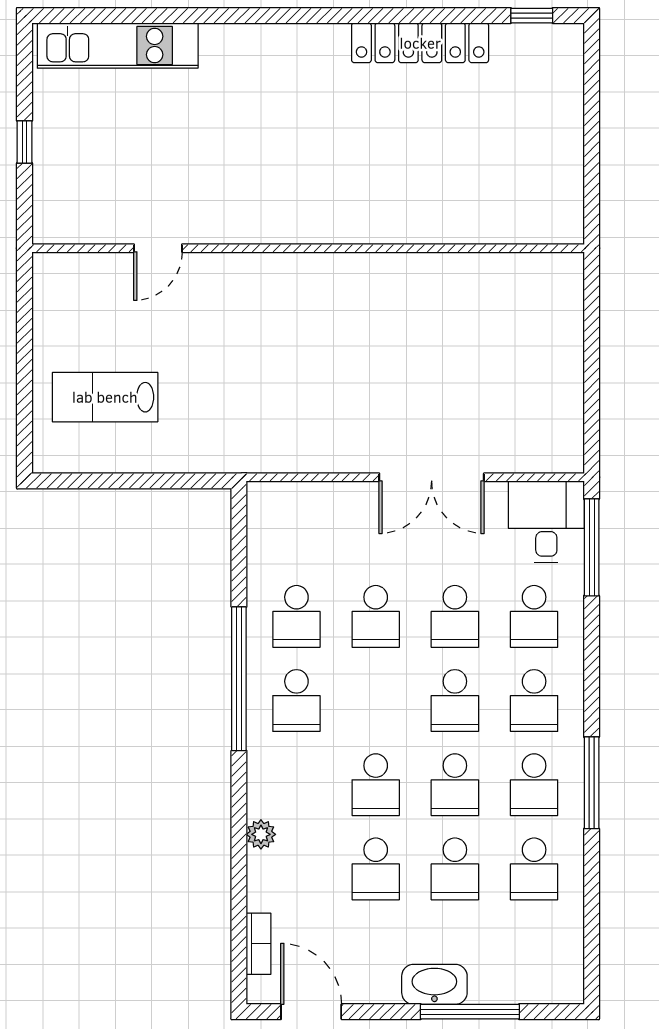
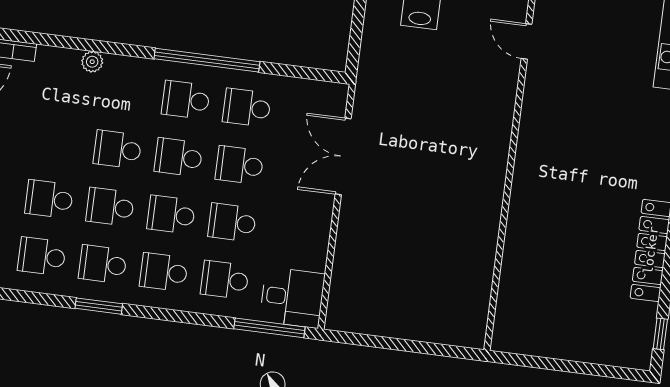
double door: (432, 477) -> (343, 156), moved
window: (592, 783) -> (99, 306), width x0.69
school desk: (376, 869) -> (178, 157), moved

